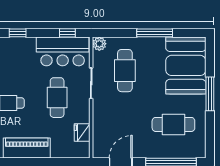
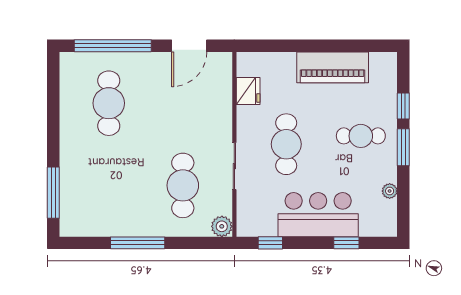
bar counter: (63, 51) -> (318, 215), moved
booth: (186, 65) -> (90, 193), removed
window: (210, 94) -> (53, 193), moved
cafe table: (173, 124) -> (109, 103), turned 90

